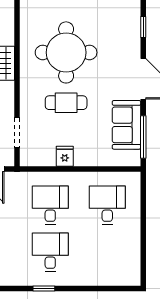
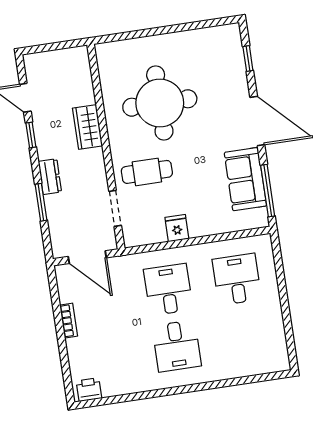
cafe table: (66, 103) -> (147, 172), moved
desk: (50, 252) -> (177, 346), turned 180
window: (44, 288) -> (175, 391), removed

